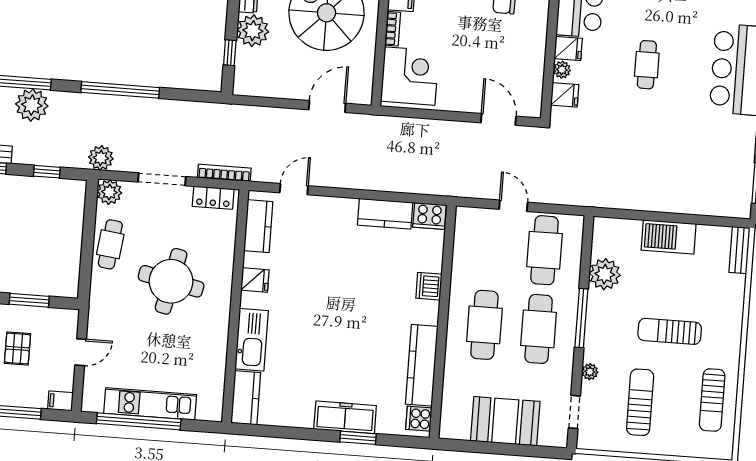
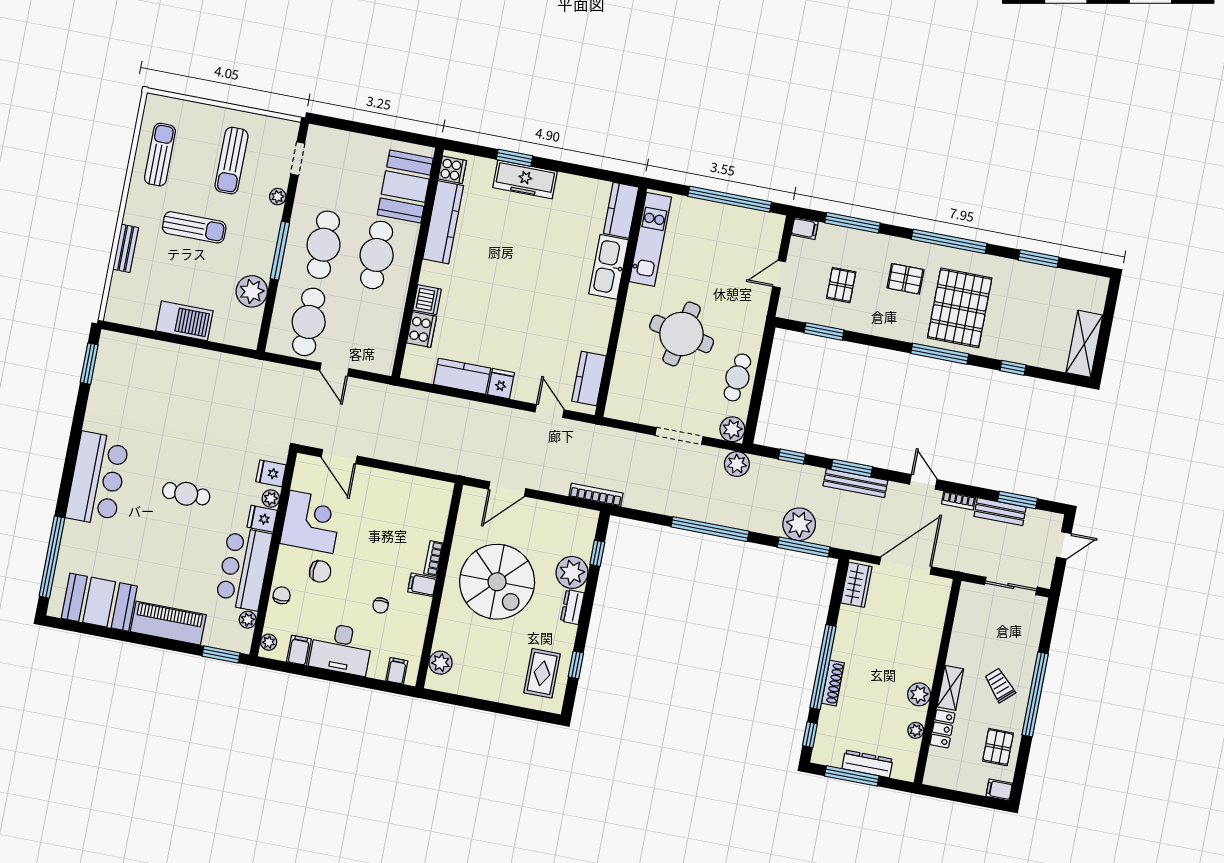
cafe table: (647, 65) -> (186, 494), turned 90
corner desk: (410, 76) -> (311, 522), moved, turned 180
bookcase: (224, 173) -> (596, 495), moved, turned 180
door: (294, 189) -> (550, 411), swing flipped
locker: (213, 198) -> (630, 412), removed
cooker: (429, 216) -> (421, 330), moved, turned 90
bench: (739, 250) -> (126, 248), moved
fridge: (255, 280) -> (501, 384), moved, turned 90
kitchen unit: (150, 404) -> (650, 239), moved, turned -90
booth: (505, 421) -> (405, 187), moved, turned 90

